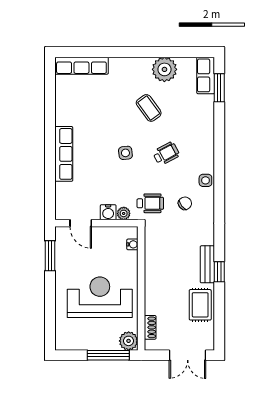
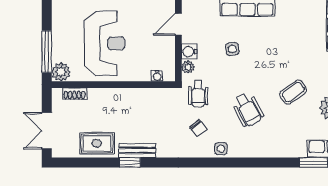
side table: (125, 153) -> (232, 49), moved
wheelchair: (166, 154) -> (248, 109), width x1.36, depth x1.37

